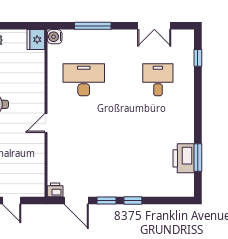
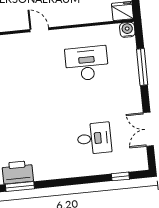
desk: (84, 80) -> (87, 63), turned -90

